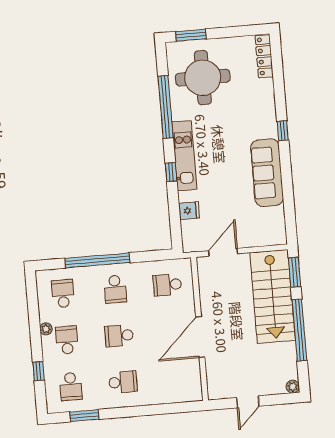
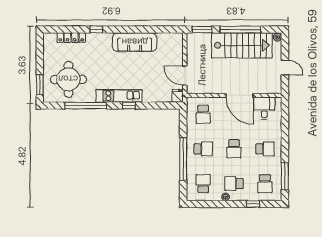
locker: (264, 56) -> (71, 38), moved
window: (283, 131) -> (96, 30), moved
fridge: (189, 211) -> (178, 96), moved
school desk: (63, 294) -> (203, 184), turned 90
stairs: (273, 296) -> (242, 45), moved
desk: (184, 376) -> (264, 108), added
school desk: (123, 382) -> (265, 149), turned 90
school desk: (71, 386) -> (265, 184), turned 90
window: (84, 416) -> (285, 176), width x1.44

